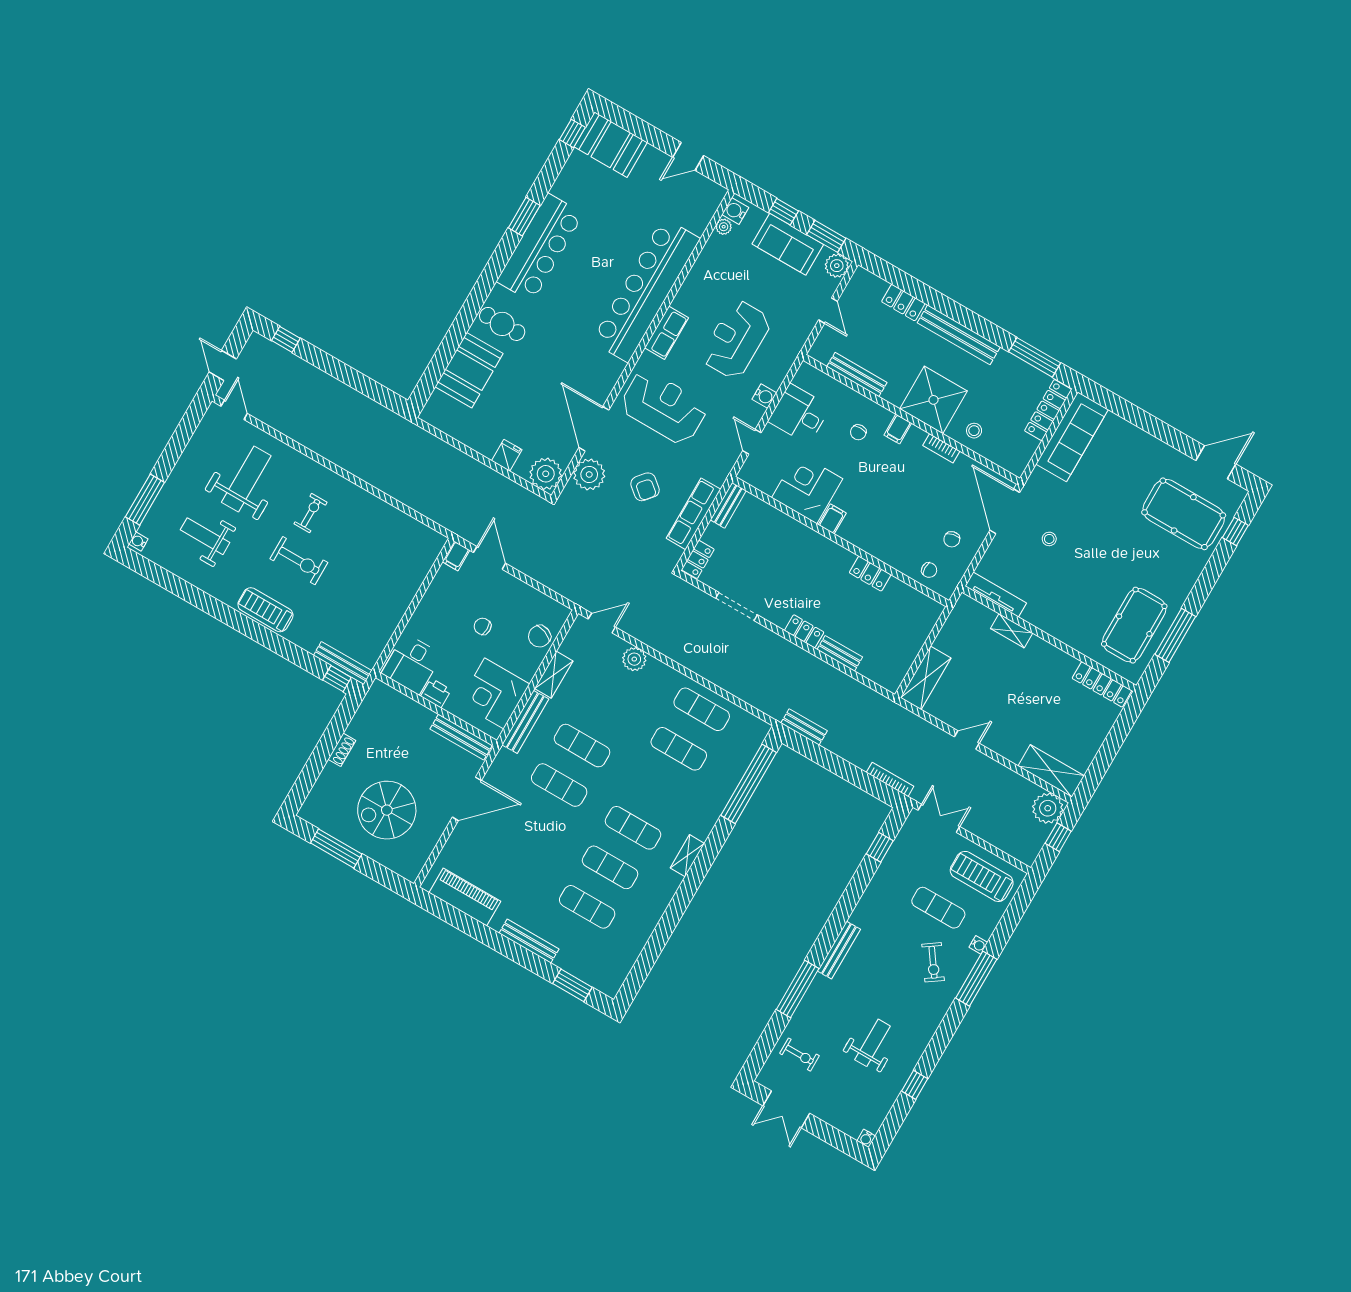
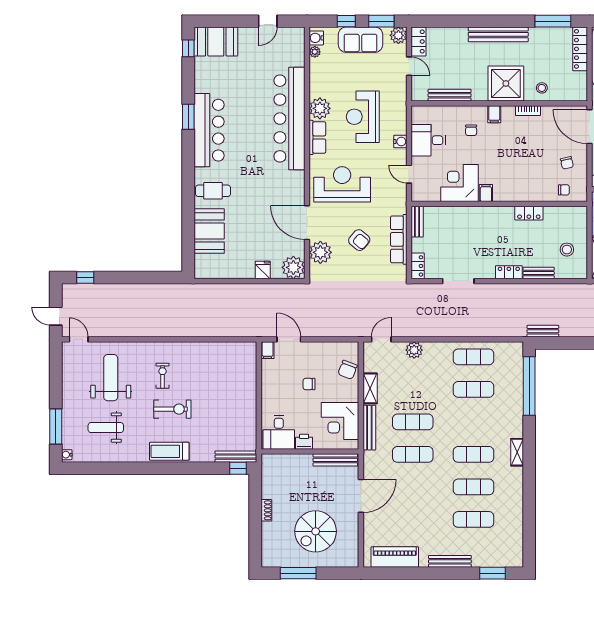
plant: (690, 299) -> (320, 108), added
locker: (903, 303) -> (419, 42), moved, turned -90
stool: (891, 645) -> (567, 250), added

